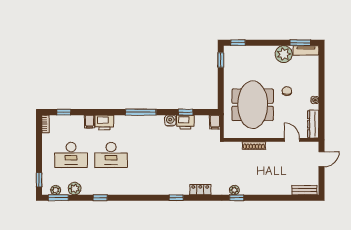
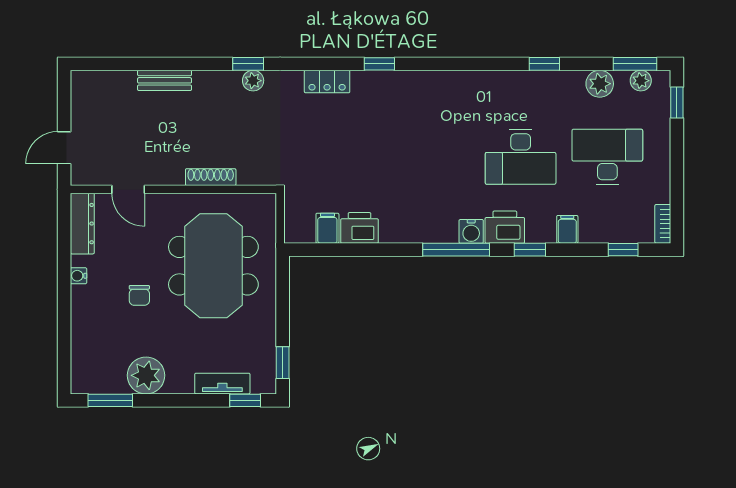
tv unit: (306, 50) -> (222, 384), moved
window: (186, 112) -> (530, 250), moved
water cooler: (170, 121) -> (471, 231), moved
printer: (104, 122) -> (505, 227), moved
filing cabinet: (215, 122) -> (327, 228), moved
desk: (111, 155) -> (521, 157), turned 180
bench: (304, 190) -> (165, 80), moved

